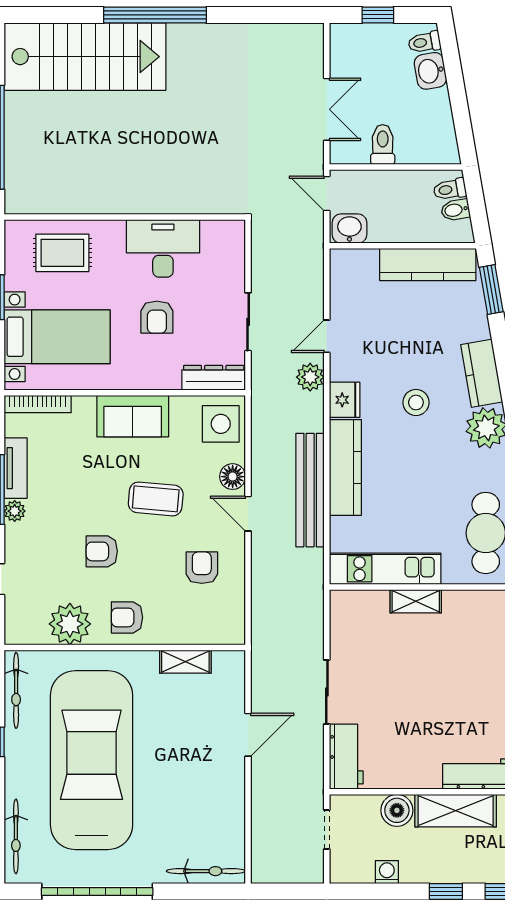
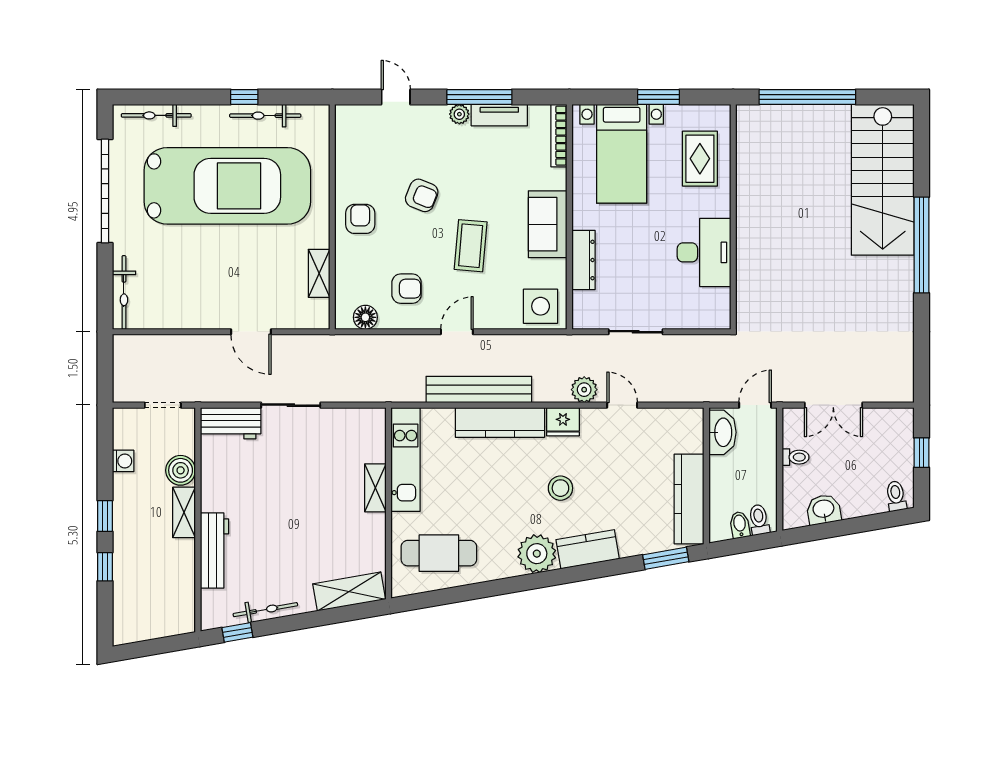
washbasin: (430, 71) -> (824, 510), moved
toilet: (383, 145) -> (796, 457), width x0.73, depth x0.72
washbasin: (349, 229) -> (722, 432), width x1.38
armchair: (157, 317) -> (640, 247), removed
dresser: (214, 378) -> (583, 260), moved
floor lamp: (233, 477) -> (365, 317), moved
armchair: (102, 551) -> (422, 195), turned 112
plant: (70, 624) -> (354, 166), removed
bicycle: (16, 690) -> (265, 116), moved
shelving: (456, 811) -> (184, 512), width x0.67, depth x0.75

